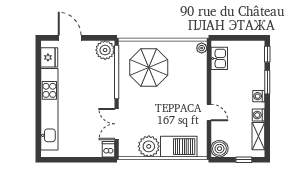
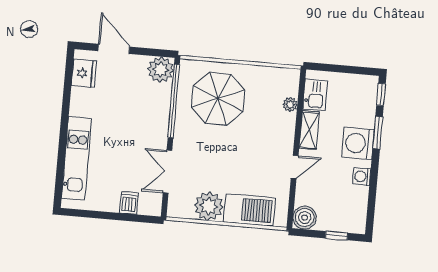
plant: (202, 48) -> (290, 105), moved
washing machine: (259, 96) -> (358, 143), width x1.89, depth x1.89
kitchen unit: (49, 109) -> (76, 158), width x0.73
door: (209, 112) -> (295, 167), hinge flipped
shelving: (258, 136) -> (309, 130), moved
dishwasher: (108, 149) -> (129, 203), moved

